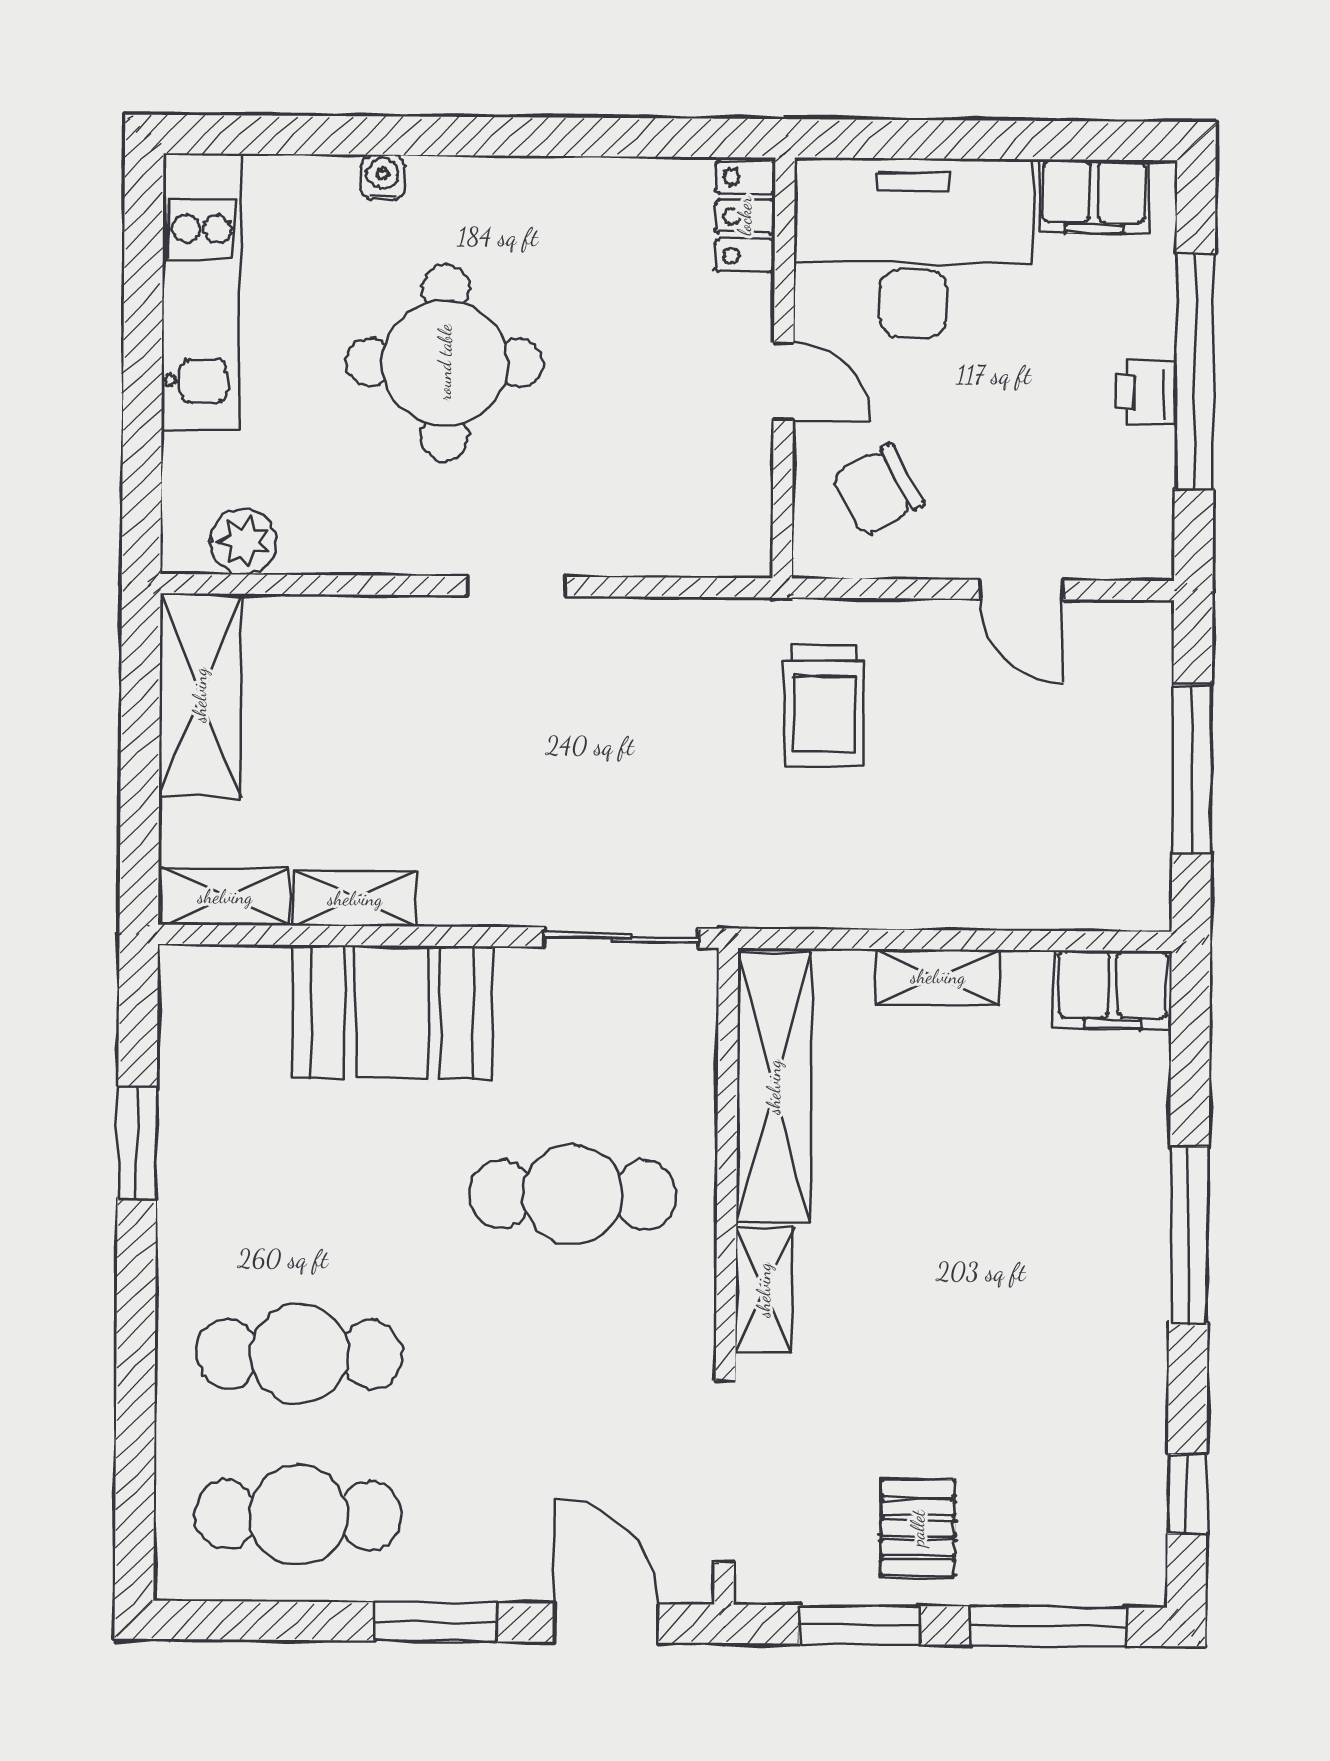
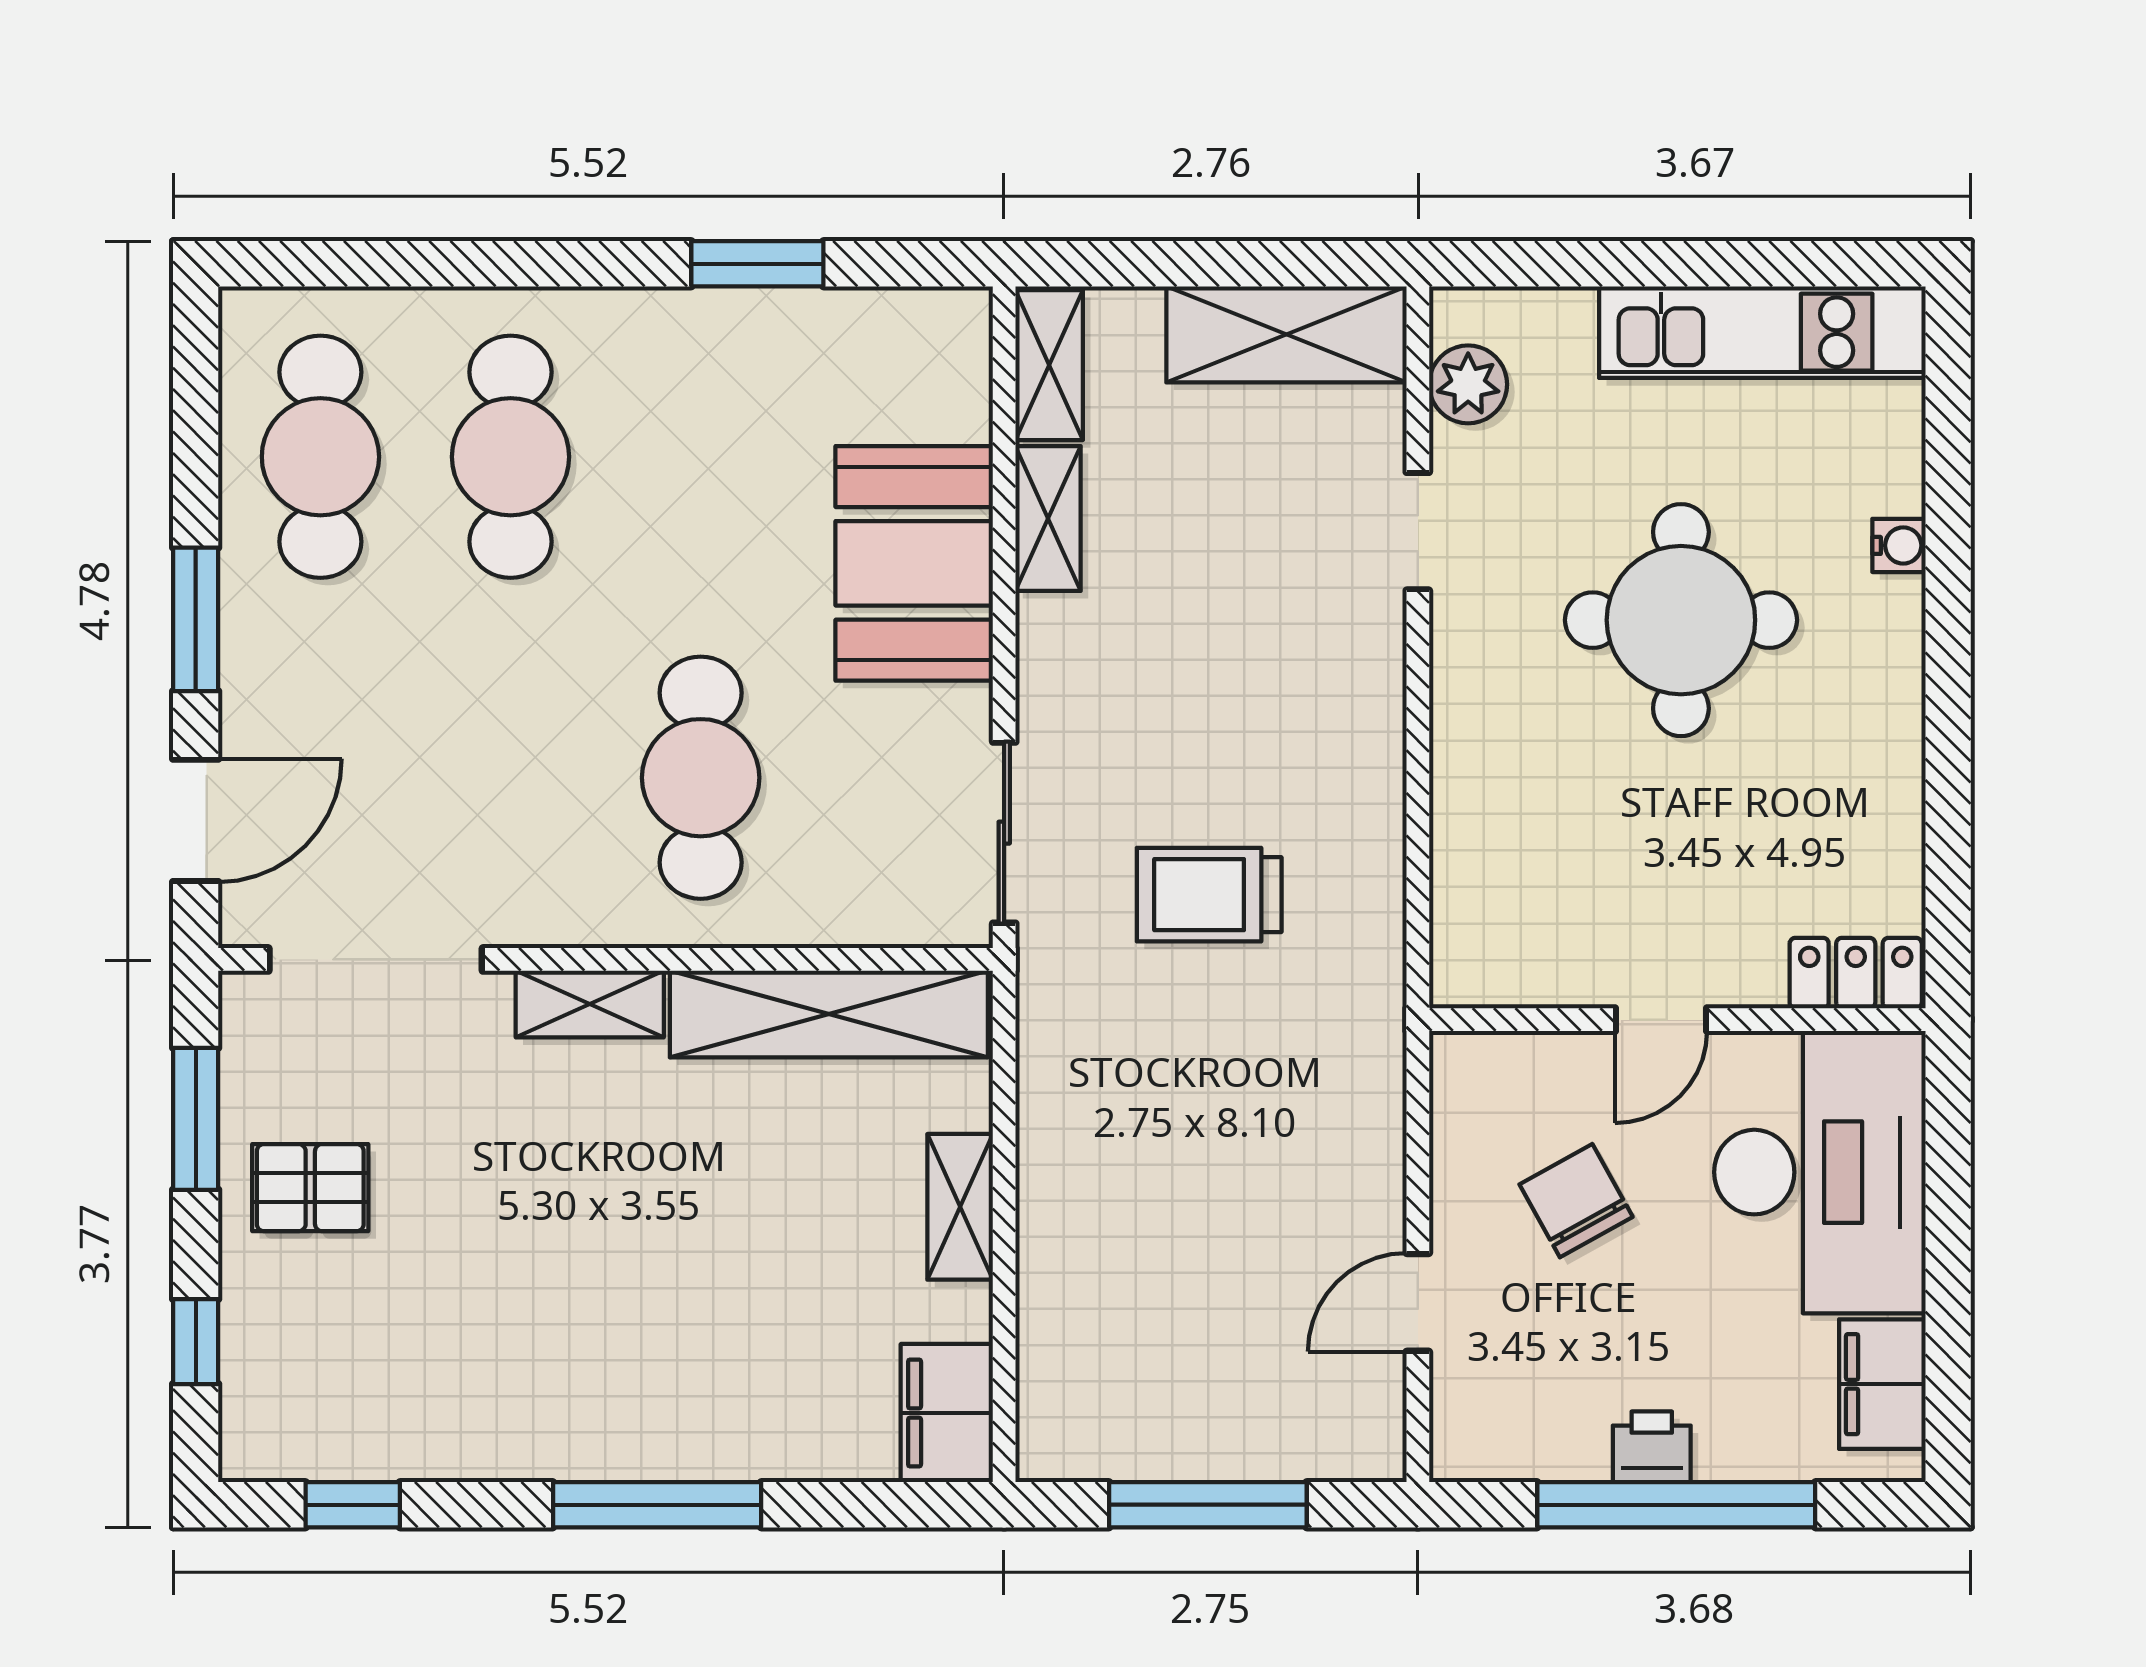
chair: (877, 490) -> (1576, 1201), moved
doorway: (516, 586) -> (1418, 531), moved
trolley: (824, 705) -> (1209, 895), moved
window: (1048, 1626) -> (196, 1342), width x0.46

